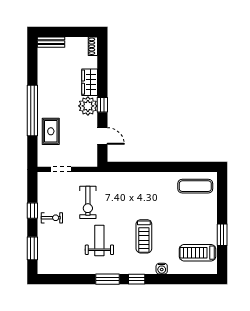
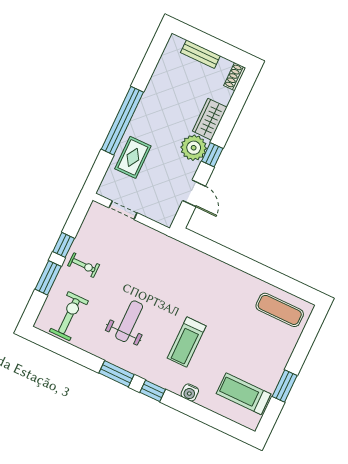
bench: (51, 42) -> (200, 54), moved
exercise bike: (88, 202) -> (69, 316), moved, turned 180
window: (32, 248) -> (48, 278), moved

